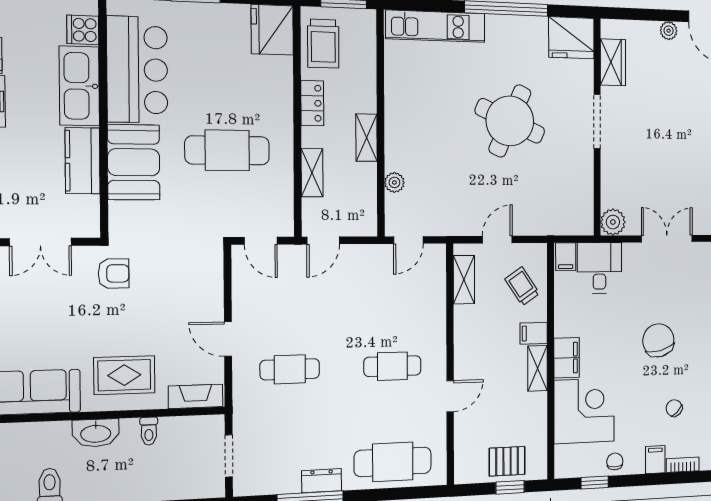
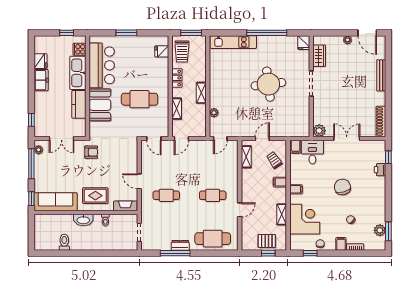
fridge: (272, 30) -> (162, 51), width x0.53, depth x0.75
fridge: (571, 38) -> (304, 43), width x0.53, depth x0.75
round table: (510, 121) -> (268, 84), turned -31
filing cabinet: (567, 358) -> (296, 189), width x0.50
shelving: (538, 368) -> (282, 214), moved

